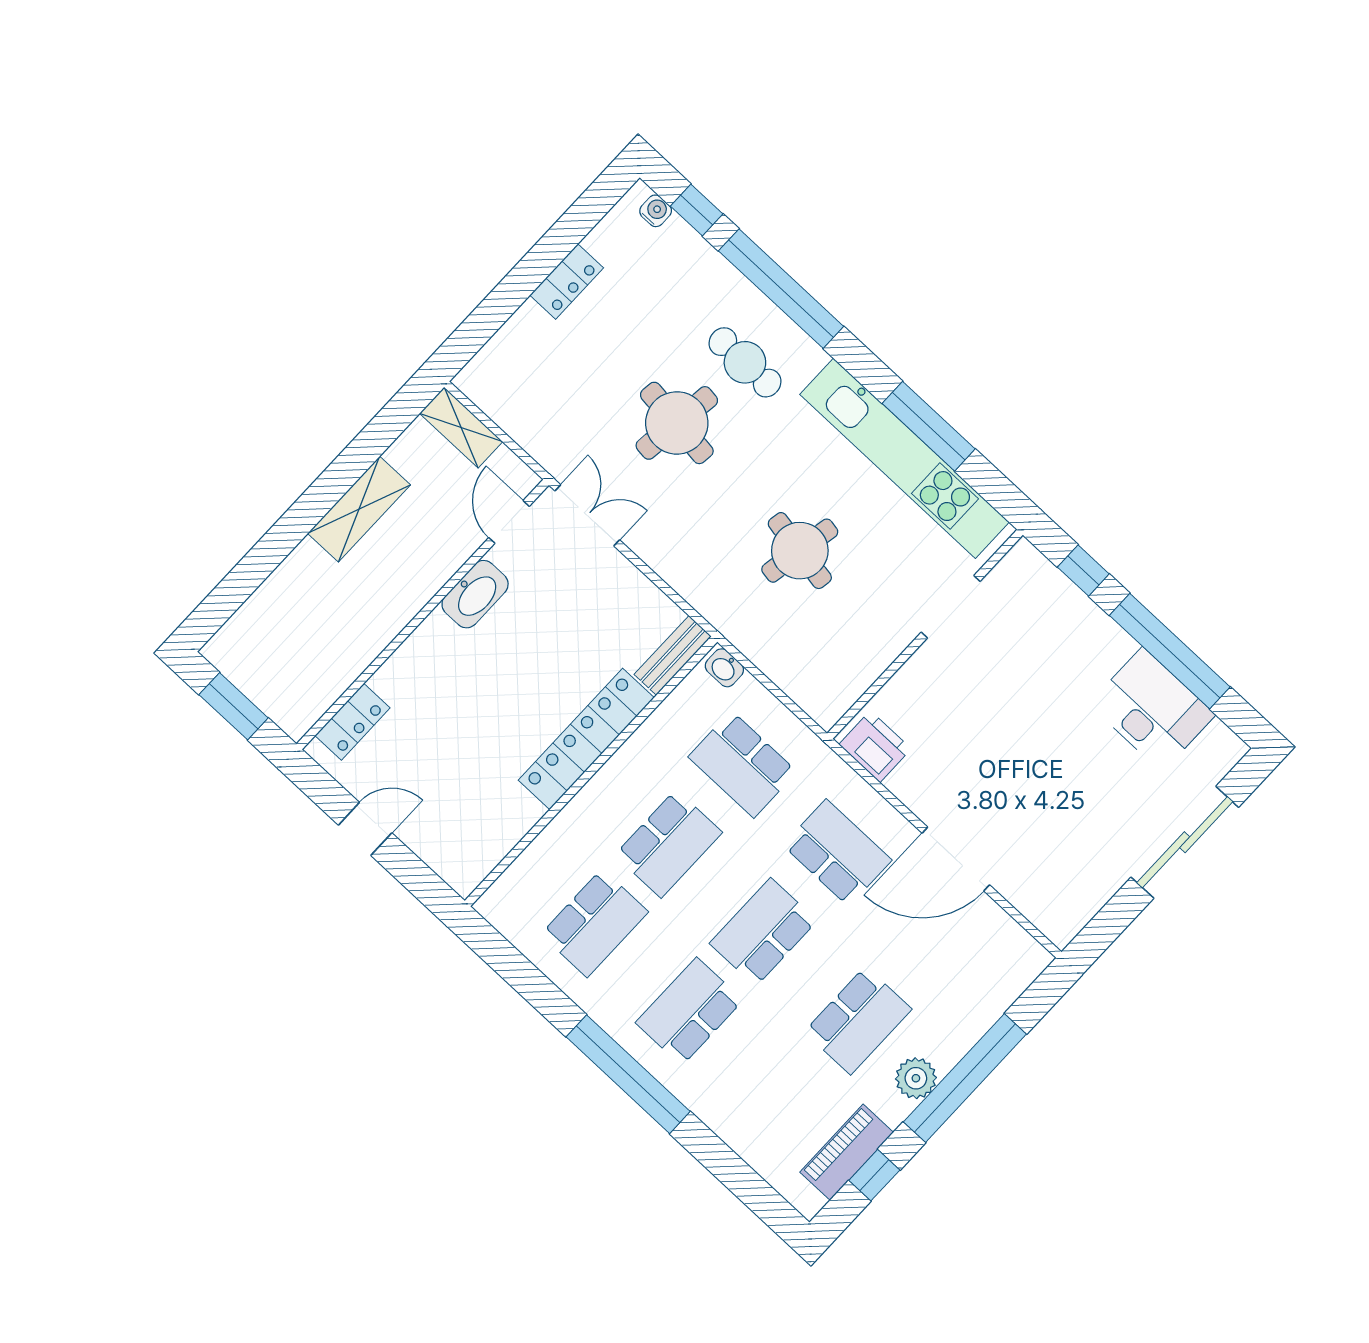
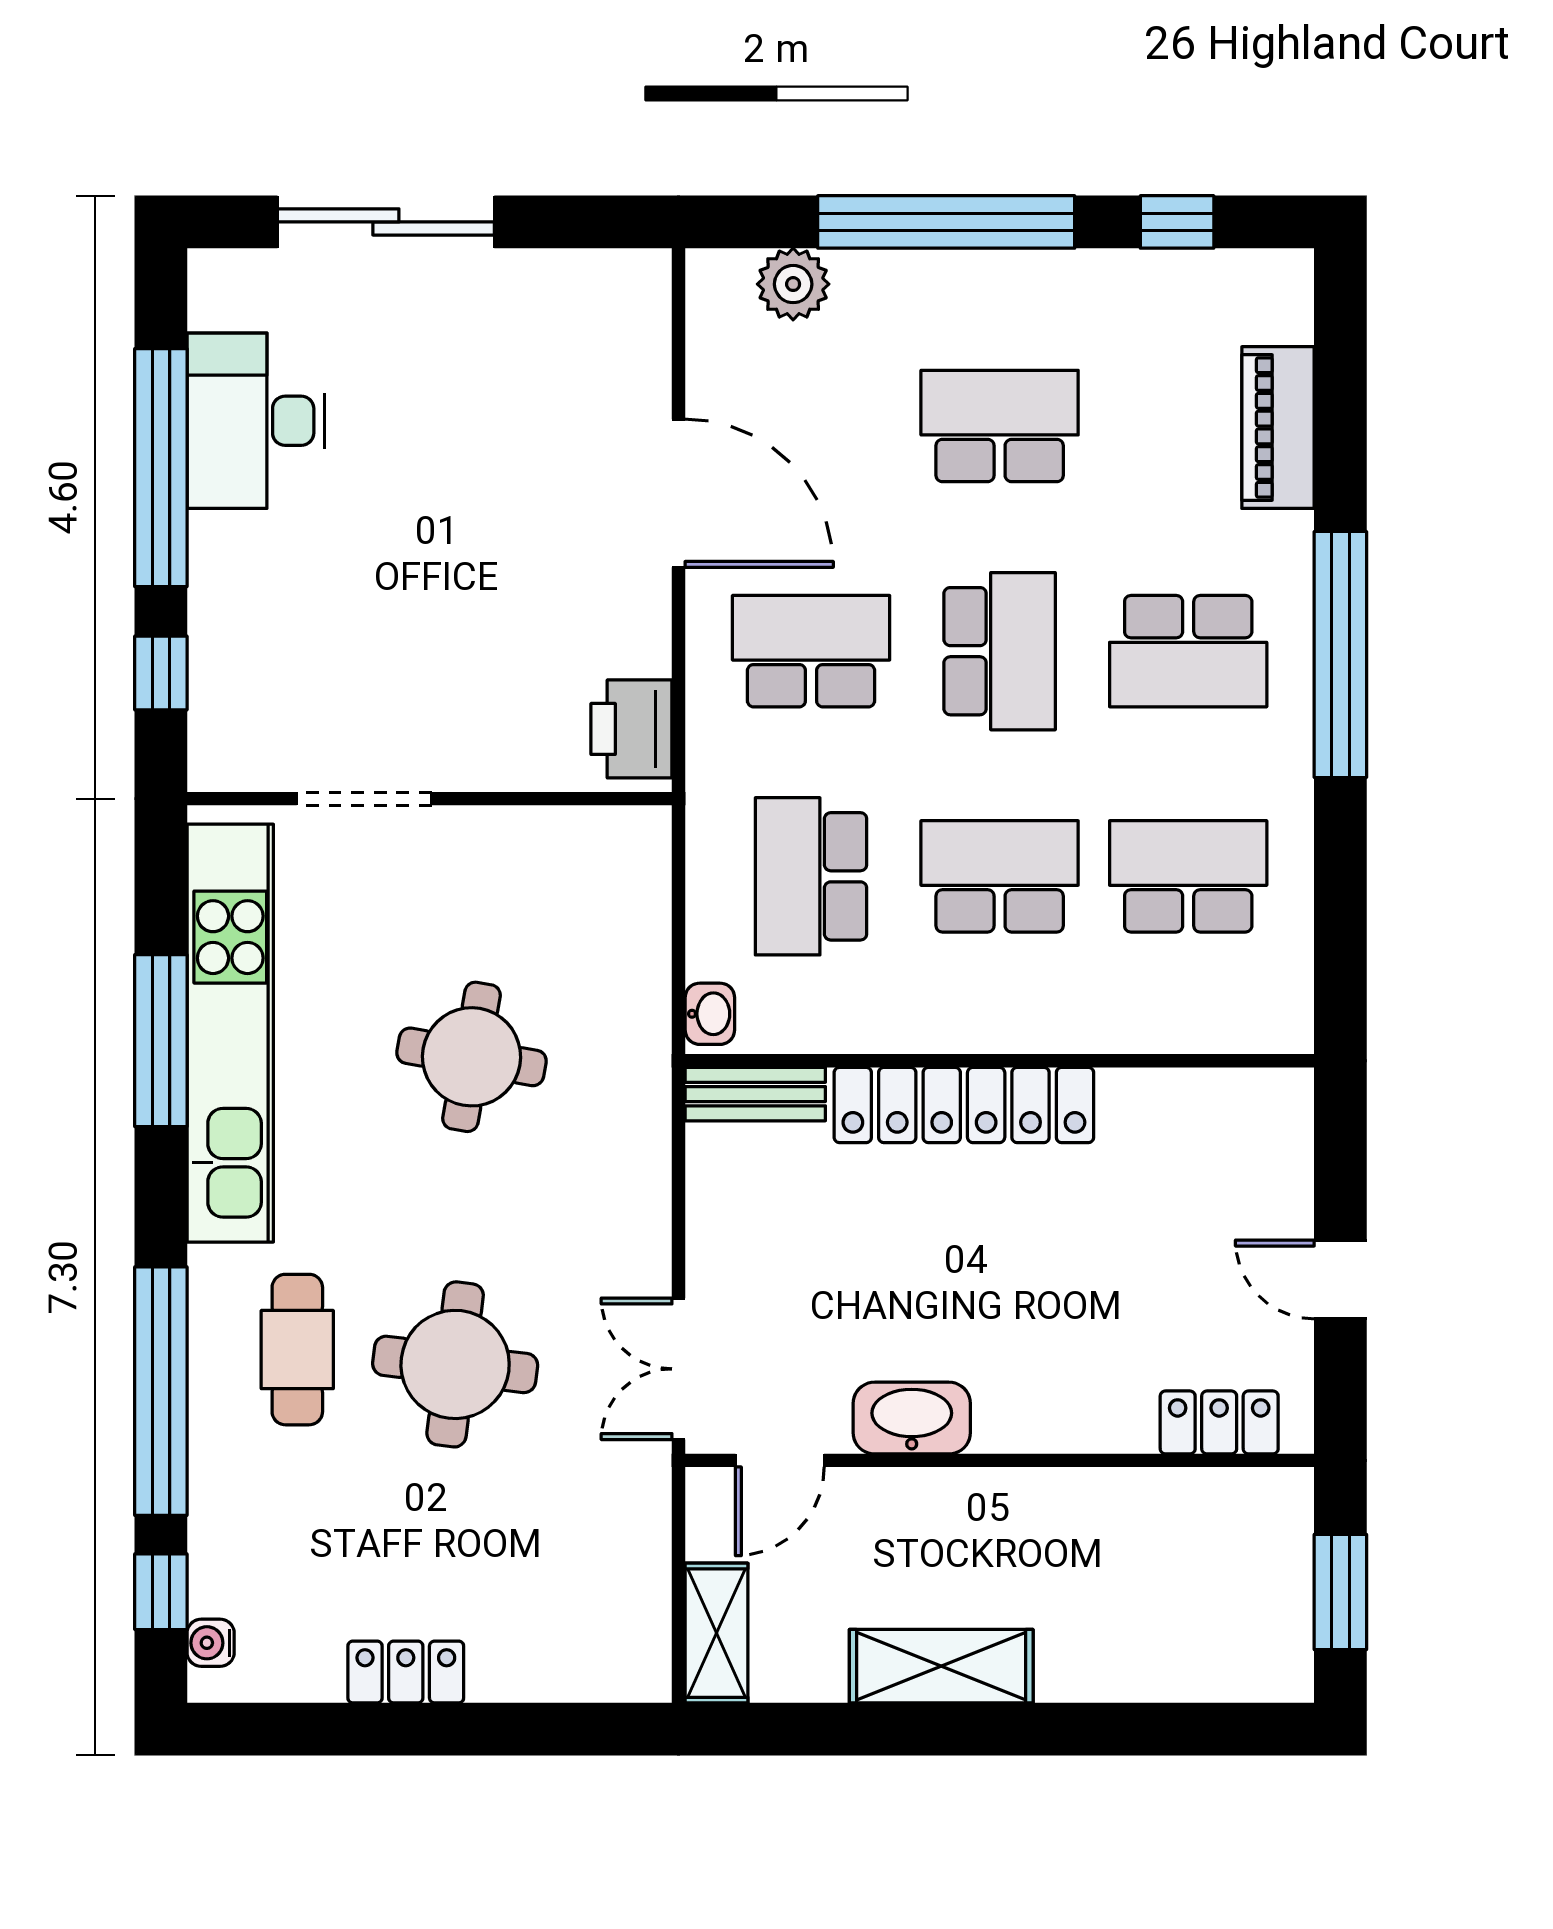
school desk: (743, 764) -> (811, 876), turned 180
school desk: (837, 853) -> (811, 651), turned 90
school desk: (763, 932) -> (1000, 651), turned -90
plant: (916, 1078) -> (793, 284), moved
piano: (847, 1152) -> (1278, 428), moved, turned 90

